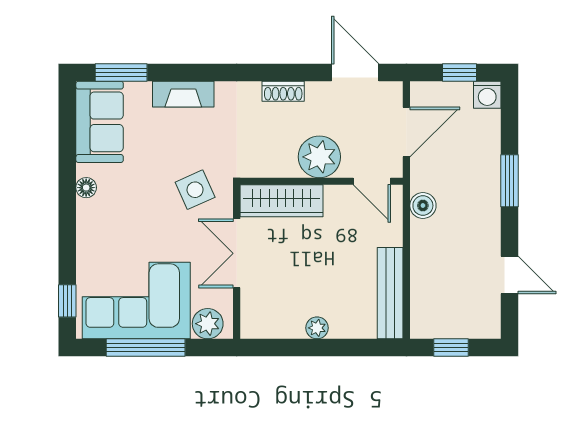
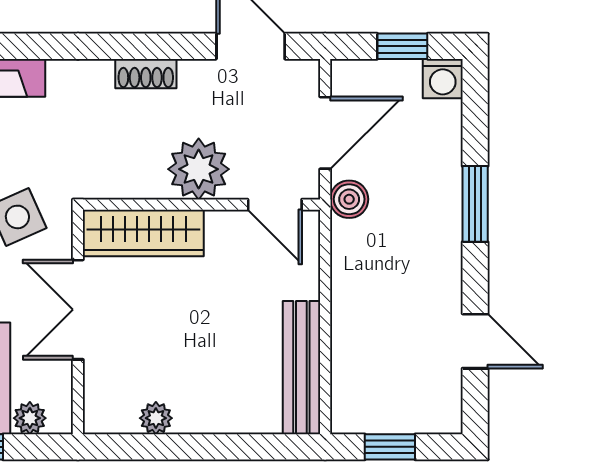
boiler: (423, 206) -> (349, 199), moved
plant: (208, 324) -> (30, 418), width x0.73, depth x0.73
plant: (317, 328) -> (156, 418), moved

